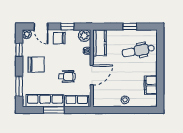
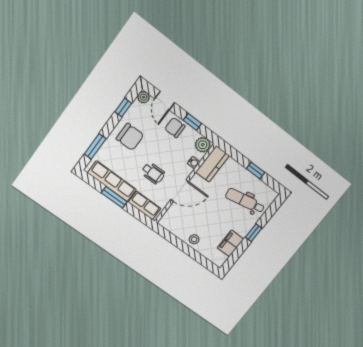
window: (160, 67) -> (254, 233), added

